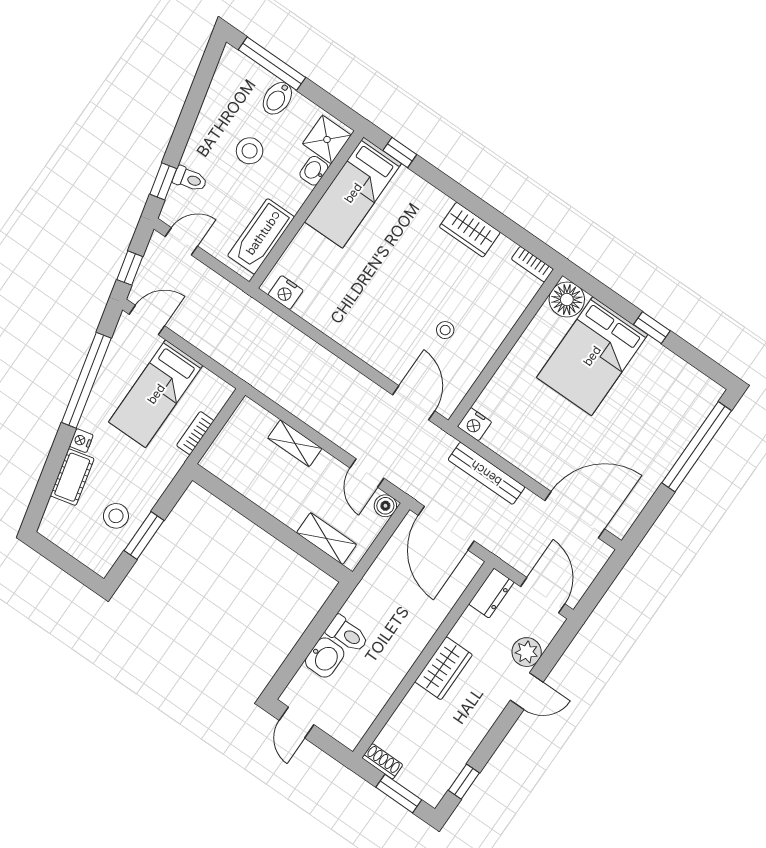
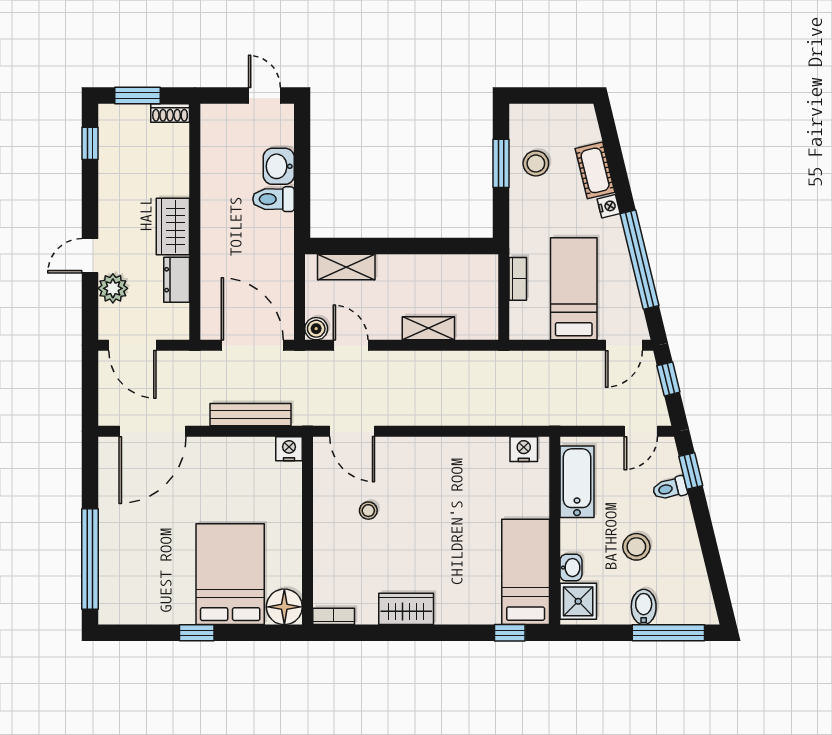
dresser: (491, 593) -> (177, 280), moved

